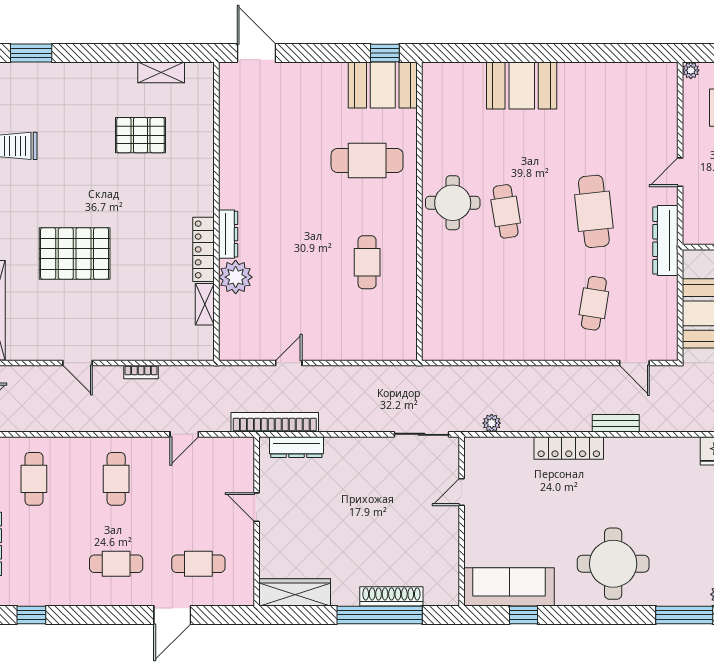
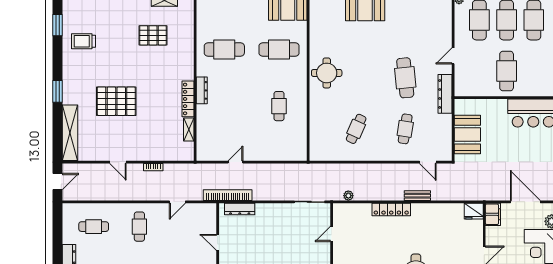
cafe table: (269, 161) -> (224, 49), added
cafe table: (506, 211) -> (356, 129), moved, turned 33
plant: (236, 277) -> (206, 114), removed
cafe table: (34, 479) -> (94, 227), turned 90

